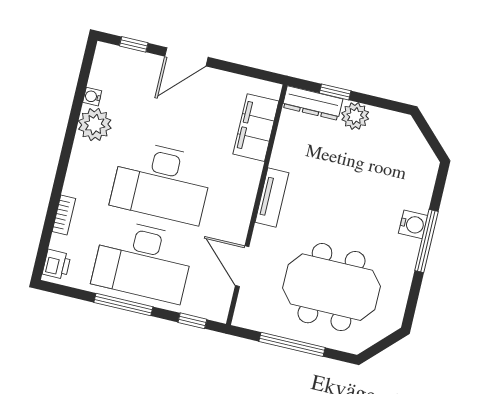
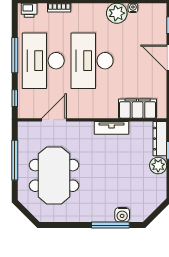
tv unit: (272, 197) -> (112, 128), moved
water cooler: (413, 224) -> (122, 215), moved
window: (426, 241) -> (110, 225), moved

